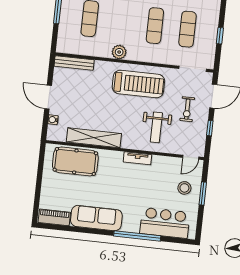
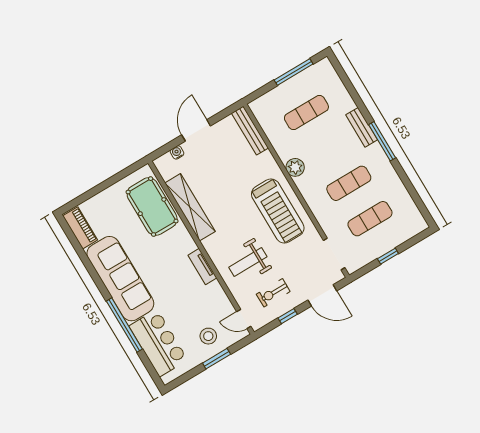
exercise bike: (187, 109) -> (273, 293), moved
sofa: (96, 218) -> (120, 279), width x1.36, depth x1.27

